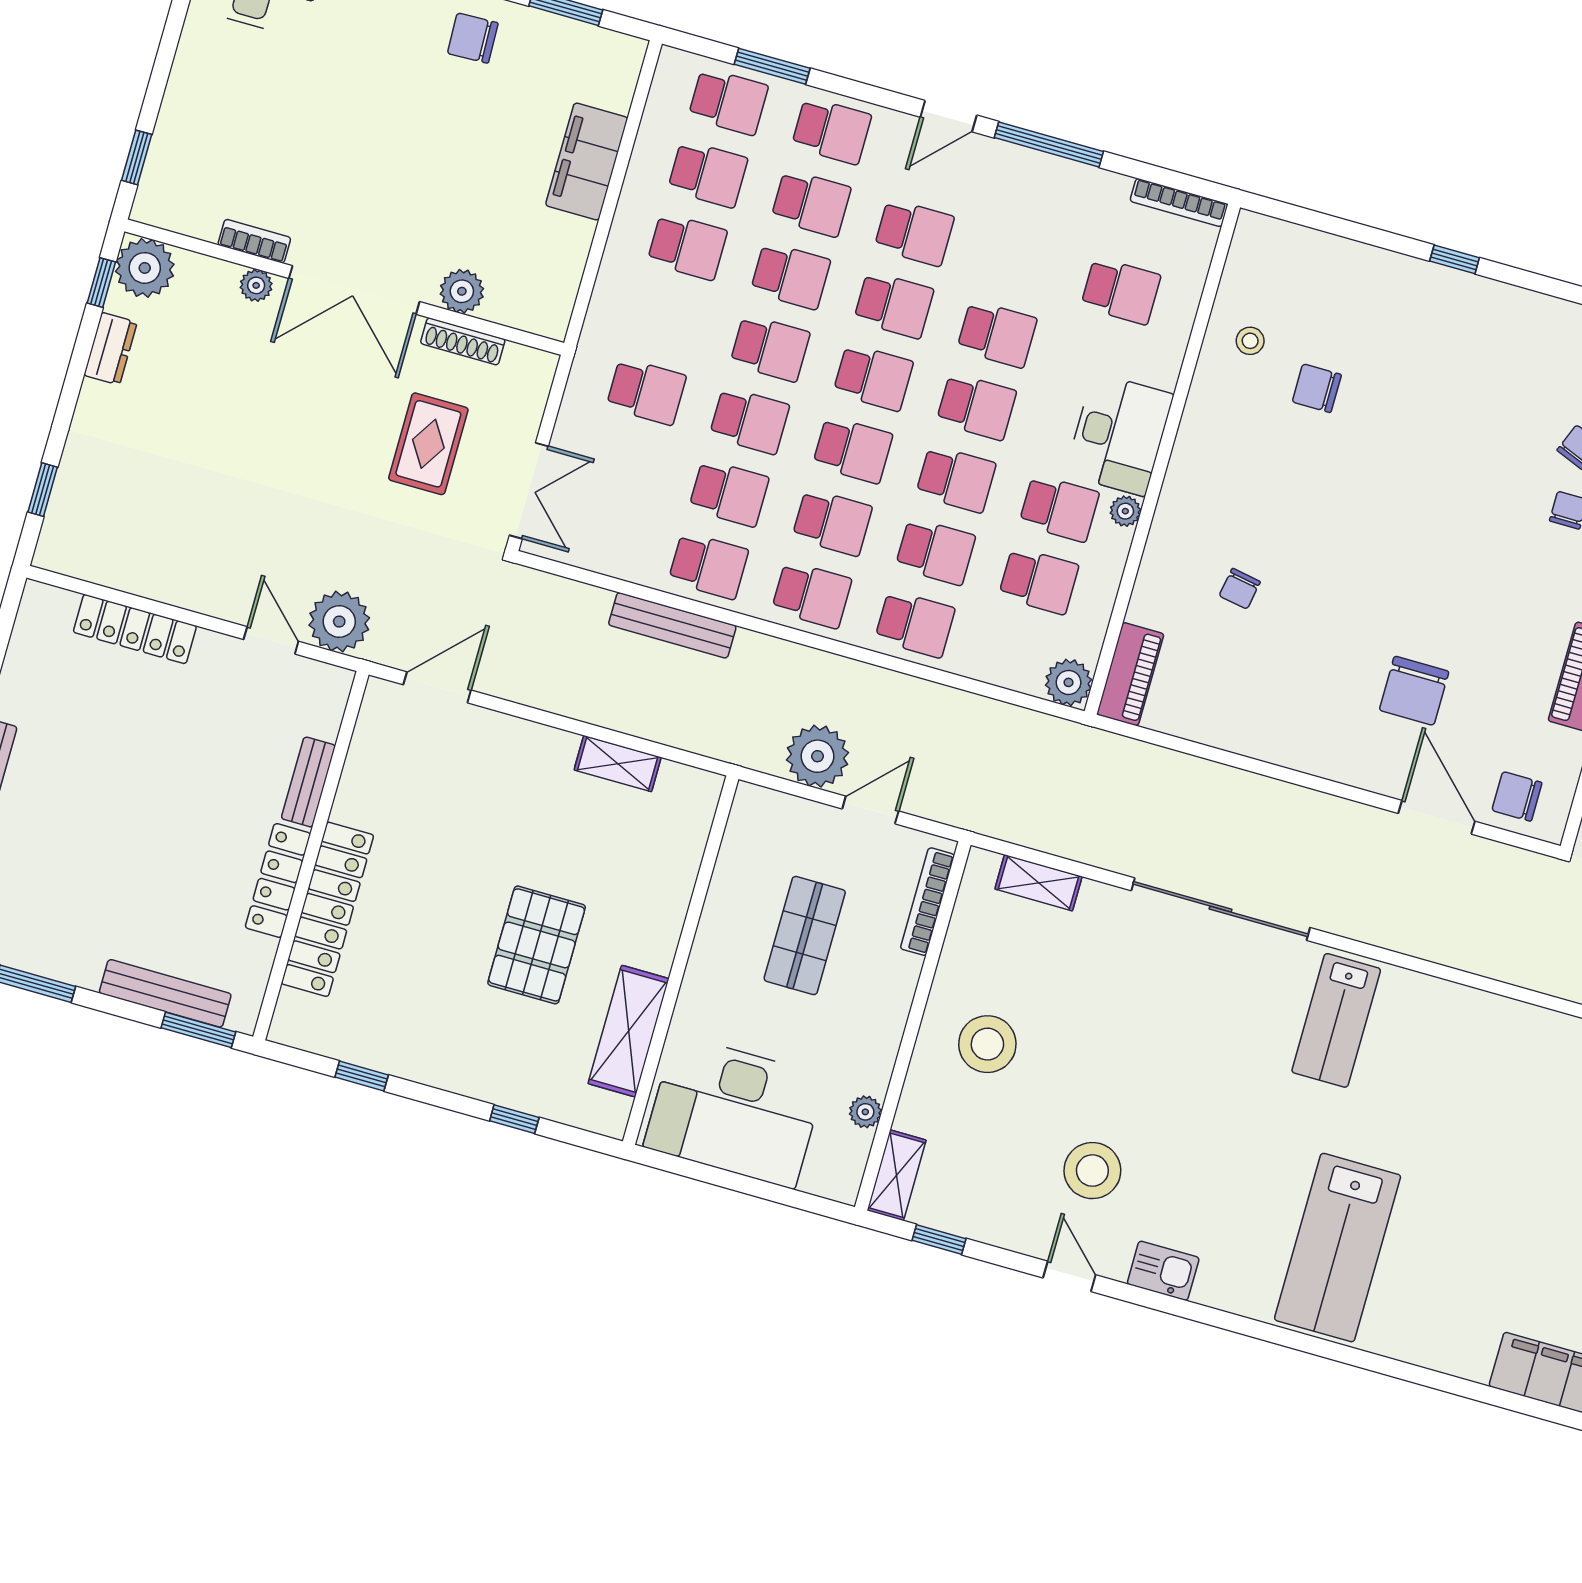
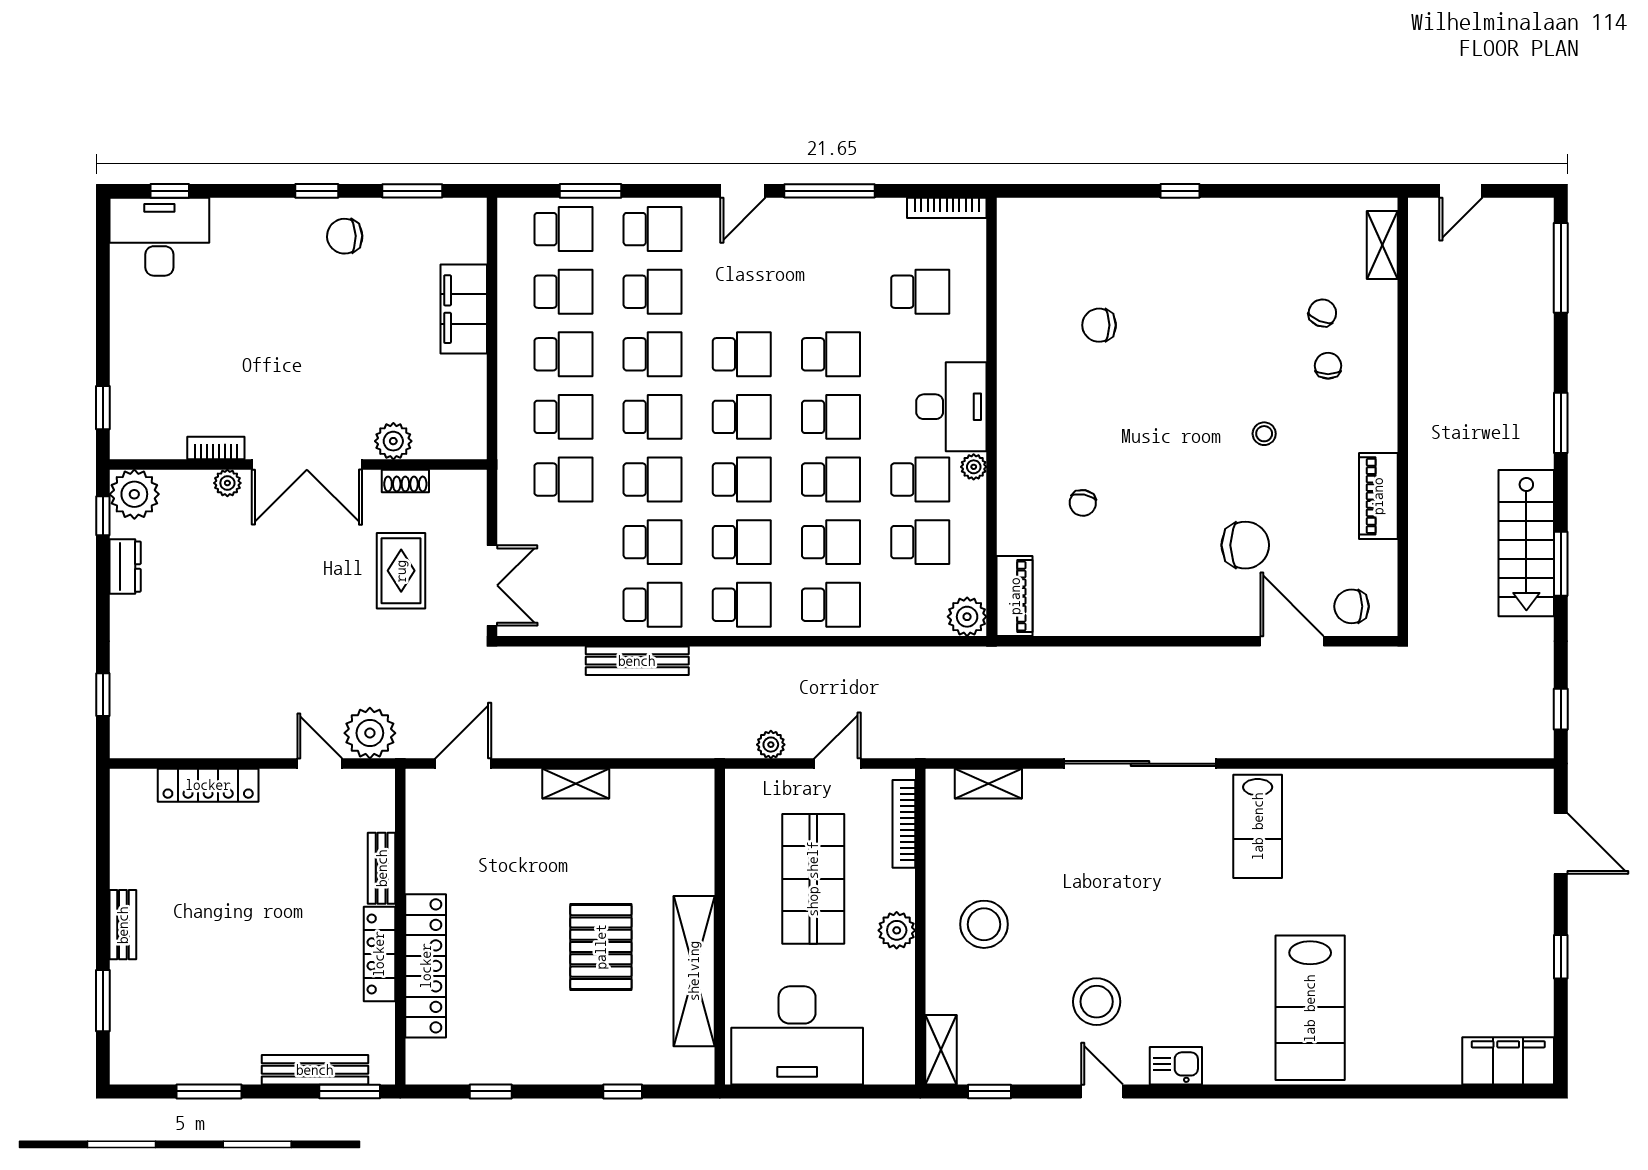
school desk: (914, 232) -> (563, 417), moved
shoe rack: (463, 341) -> (405, 481), width x0.70
stool: (1250, 341) -> (1264, 434), moved
chair: (1414, 691) -> (1245, 545), turned -90
plant: (818, 756) -> (771, 745), width x0.53, depth x0.53
shelving: (618, 764) -> (576, 784), moved
shop shelf: (805, 936) -> (813, 879), width x1.43, depth x1.36
shelving: (629, 1031) -> (694, 971), width x1.47
plant: (865, 1112) -> (897, 930), moved, width x1.38, depth x1.38

